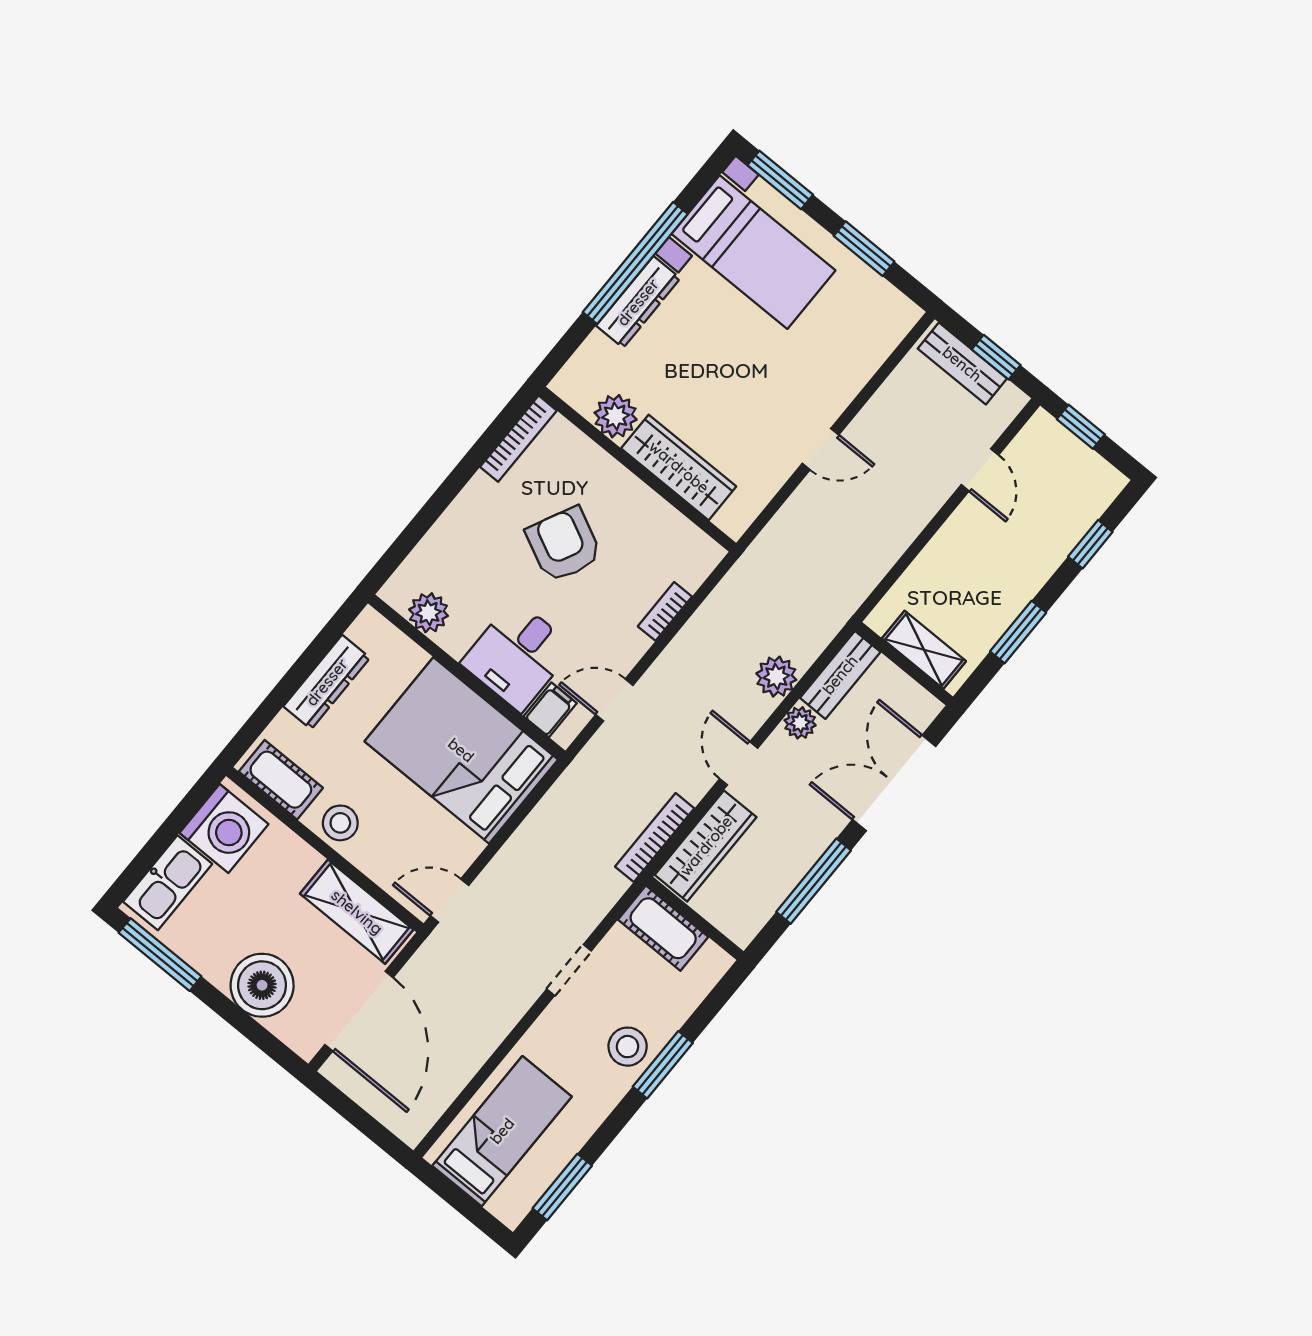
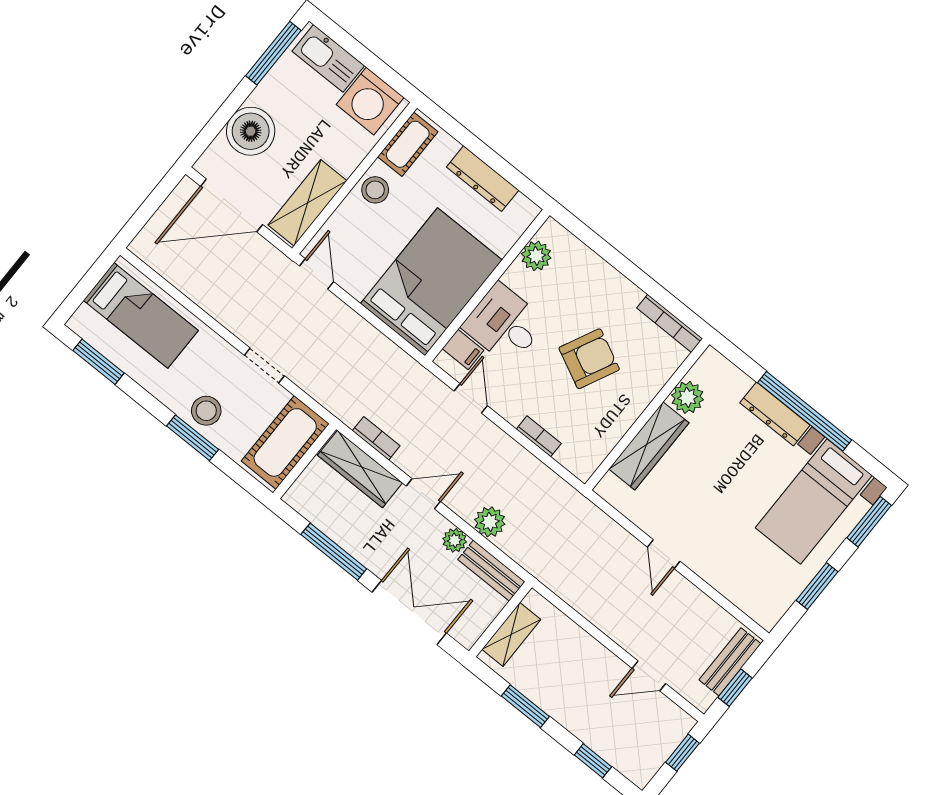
bookcase: (655, 838) -> (376, 438), width x0.64
cot: (663, 928) -> (285, 442), width x1.37, depth x1.34

